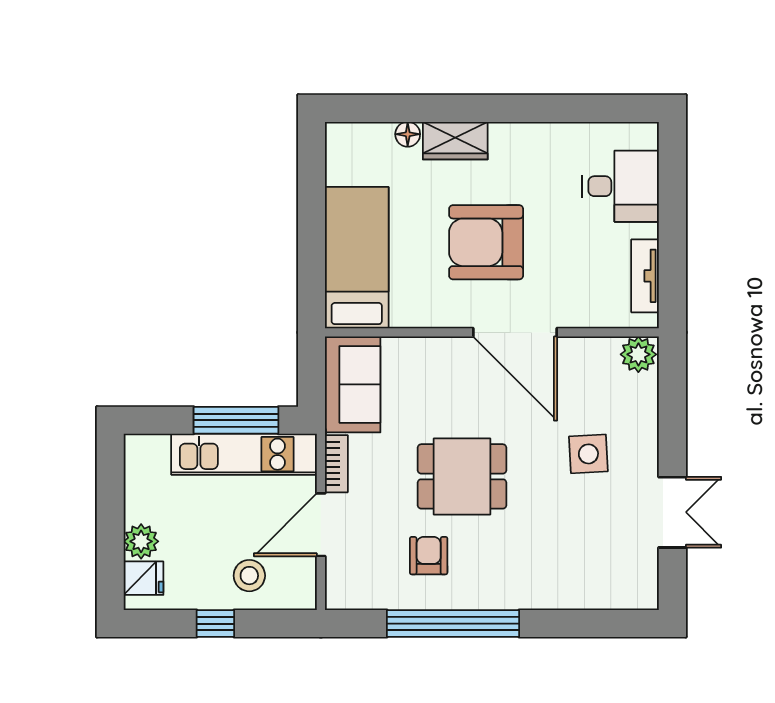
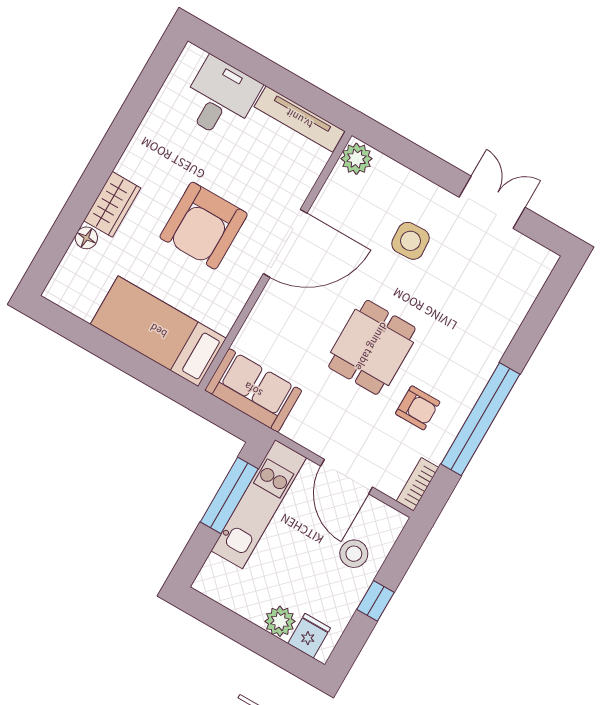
tv unit: (645, 276) -> (299, 119), width x1.41
bookcase: (336, 464) -> (417, 484), moved, turned -90
armchair: (429, 556) -> (418, 408), turned 180

